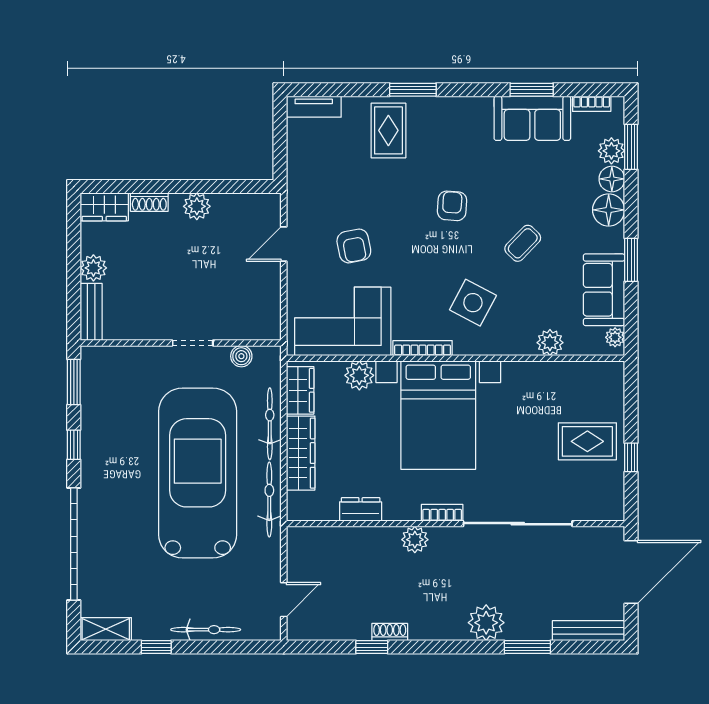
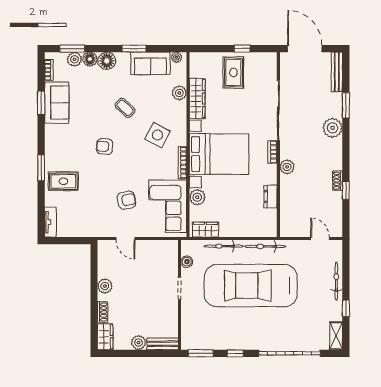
wardrobe: (301, 453) -> (197, 99), moved, turned 90

